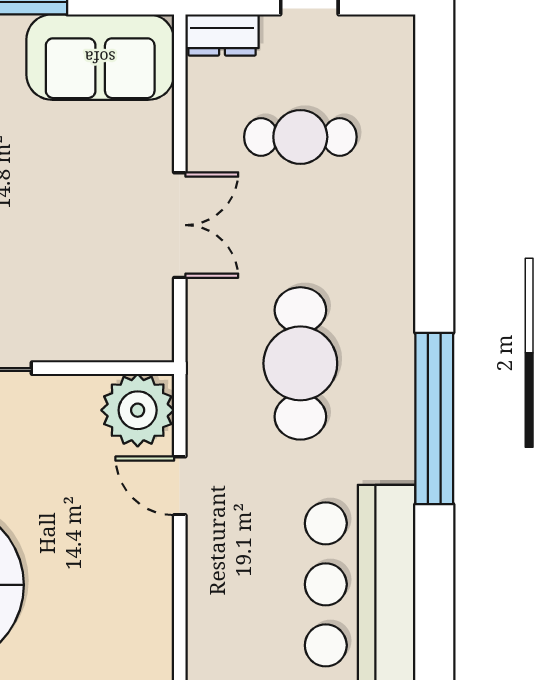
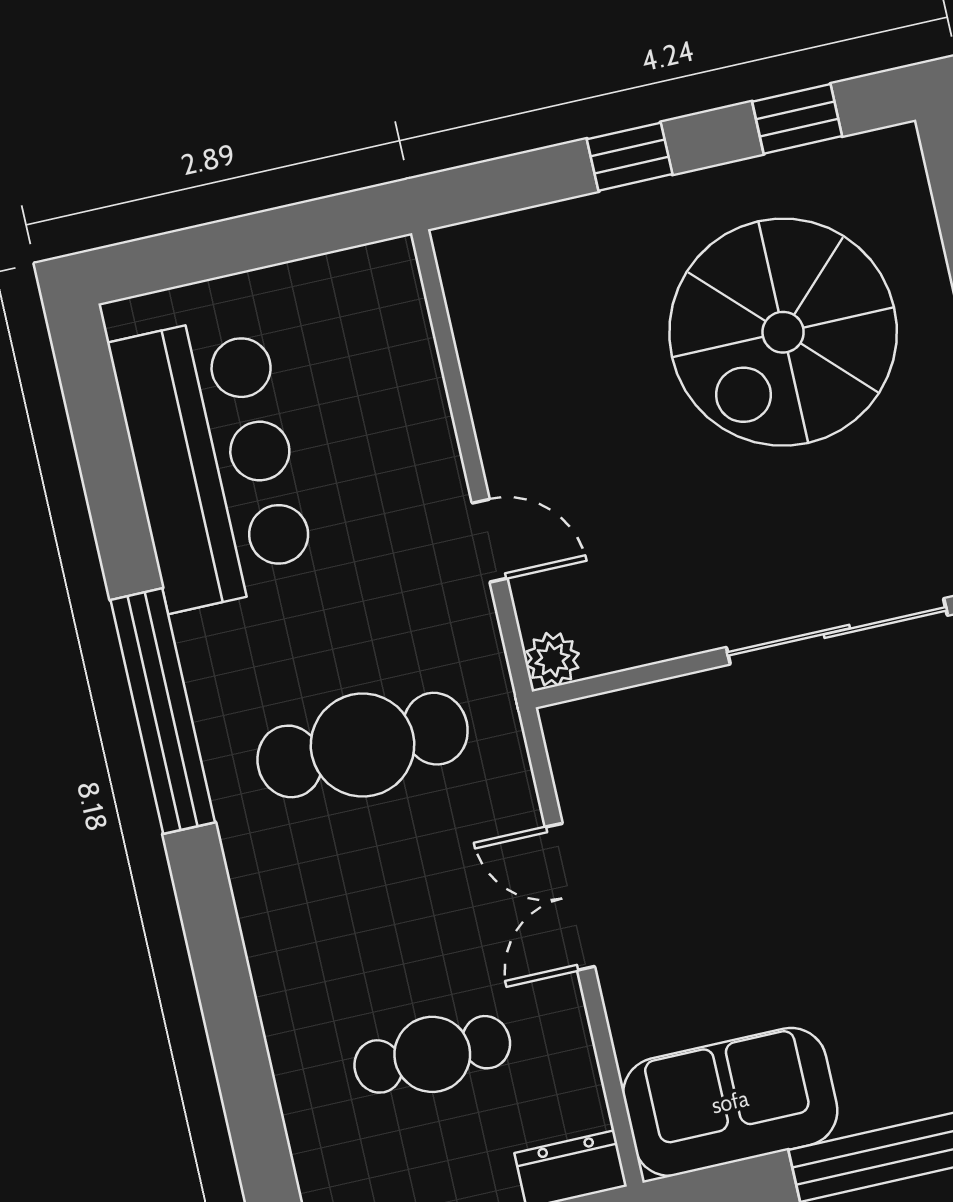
cafe table: (300, 363) -> (363, 745), turned 90
plant: (138, 410) -> (552, 659), width x0.53, depth x0.53

